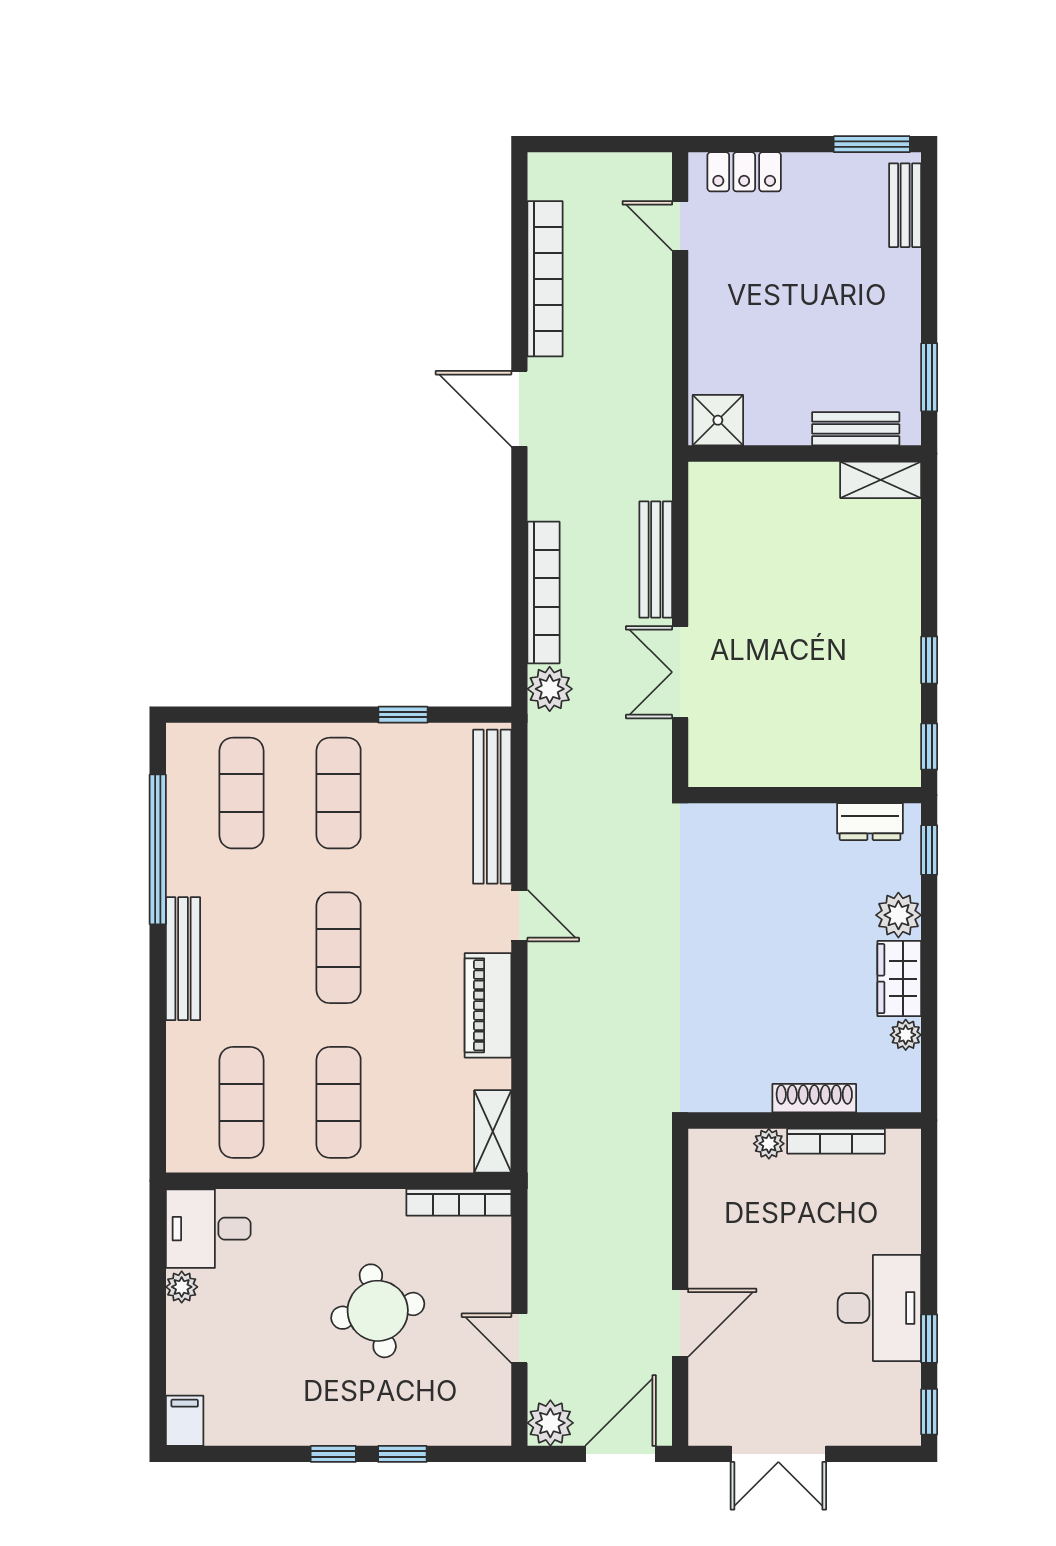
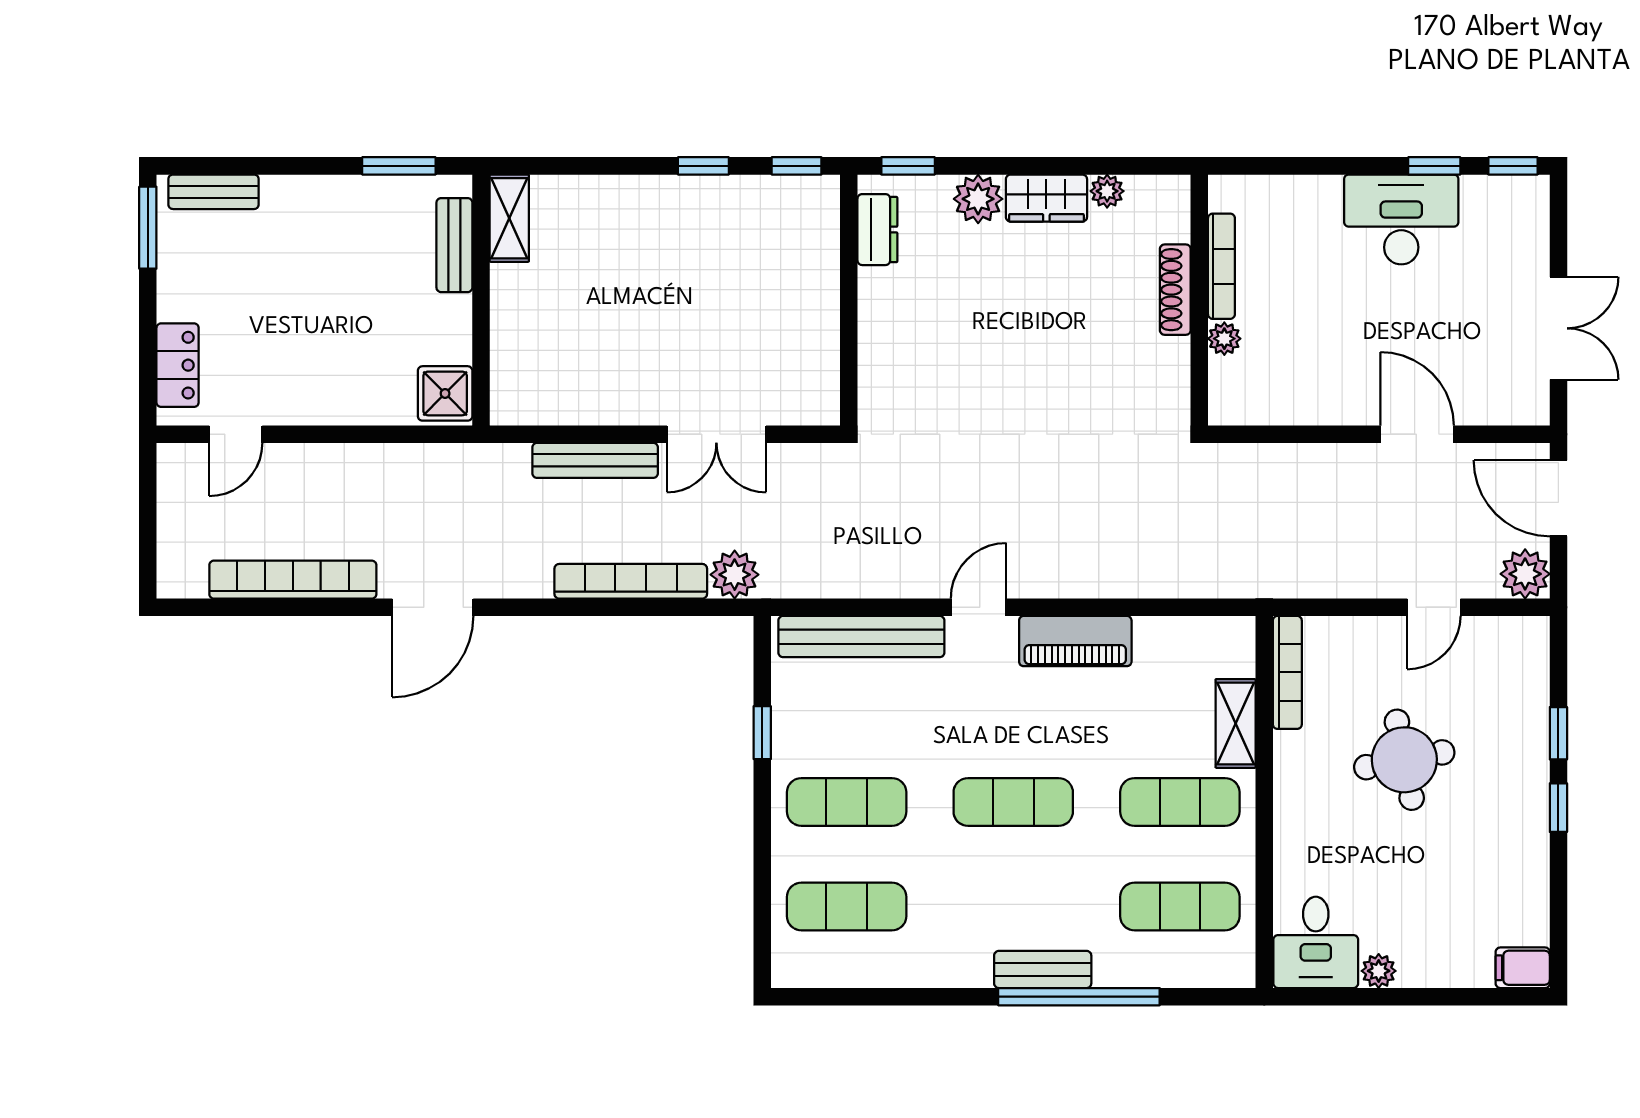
window: (158, 849) -> (1079, 997), moved
bench: (183, 959) -> (1043, 969), width x0.73
shelving: (493, 1131) -> (1236, 723), moved, turned 90

